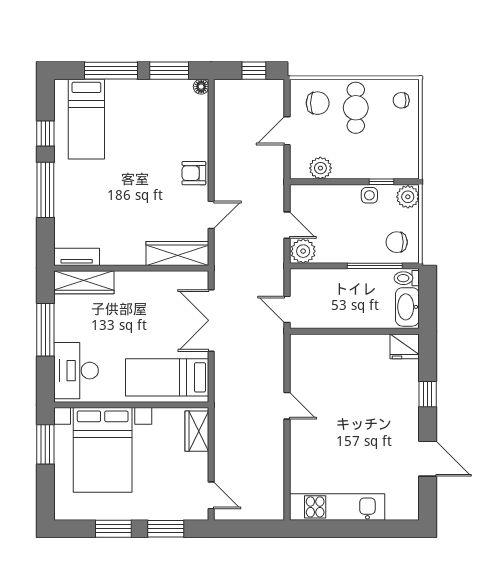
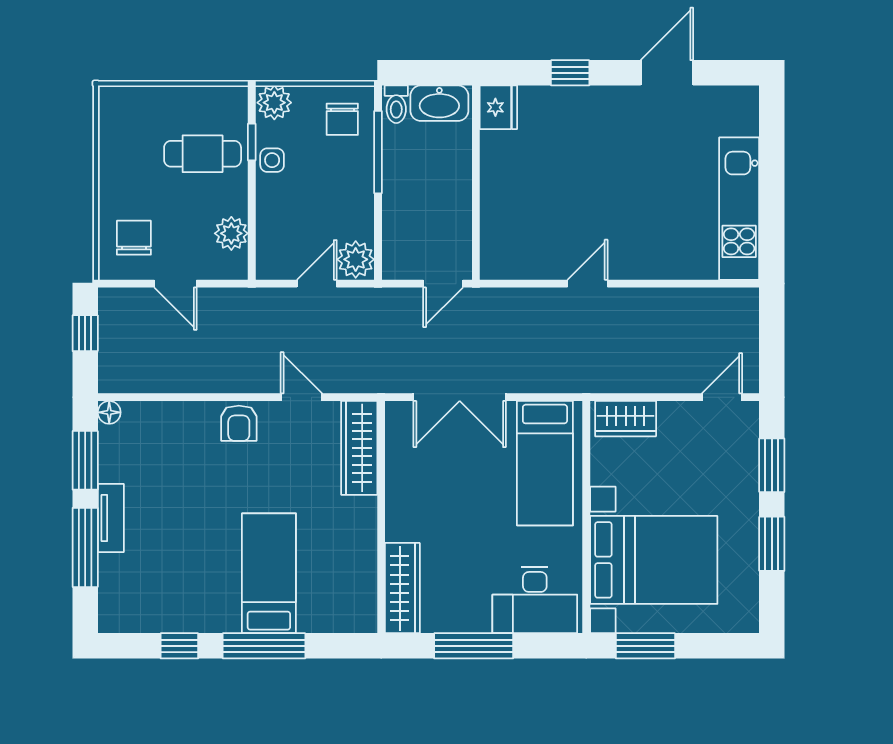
chair: (401, 100) -> (130, 113), removed
cafe table: (356, 108) -> (203, 154), moved
bed: (86, 119) -> (269, 573), moved, turned -90
tv unit: (77, 257) -> (111, 518), moved, turned 180

